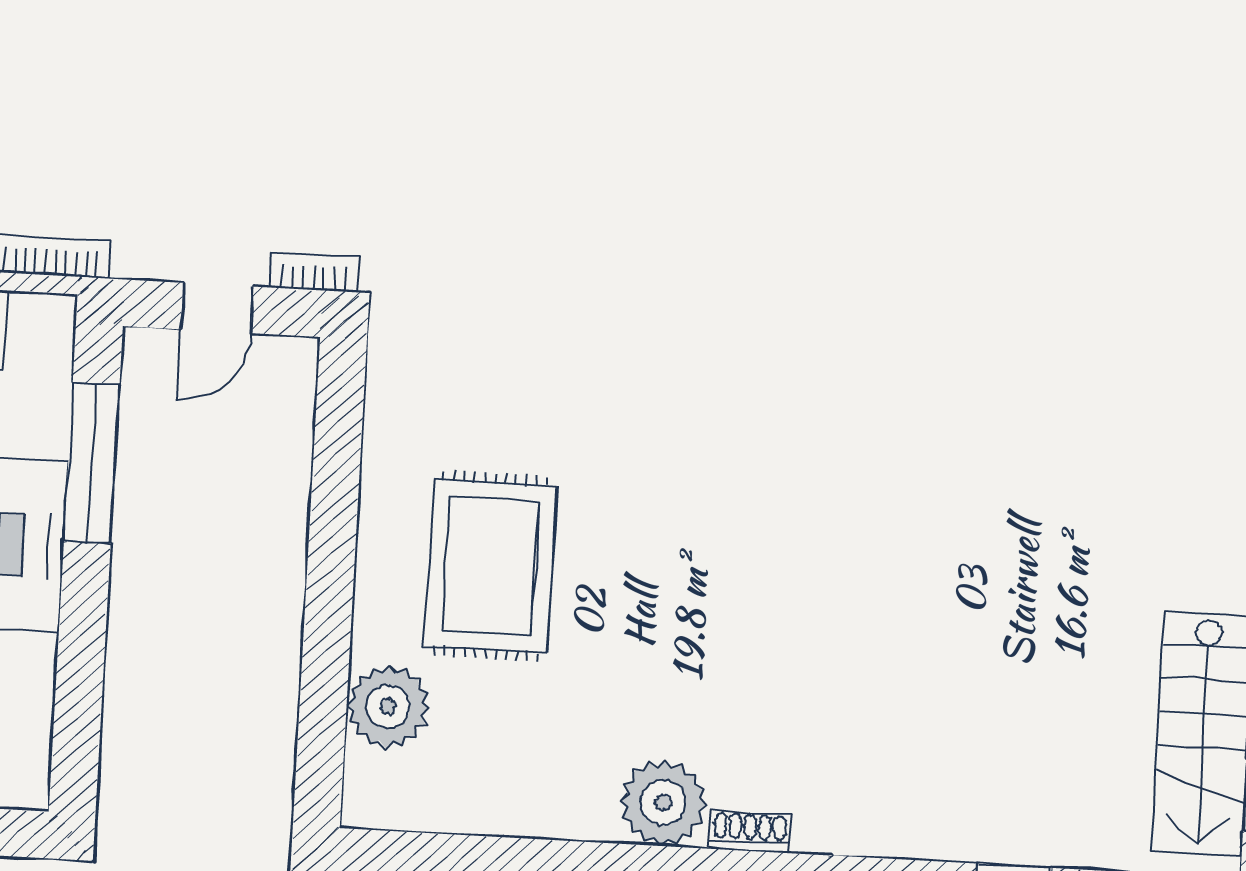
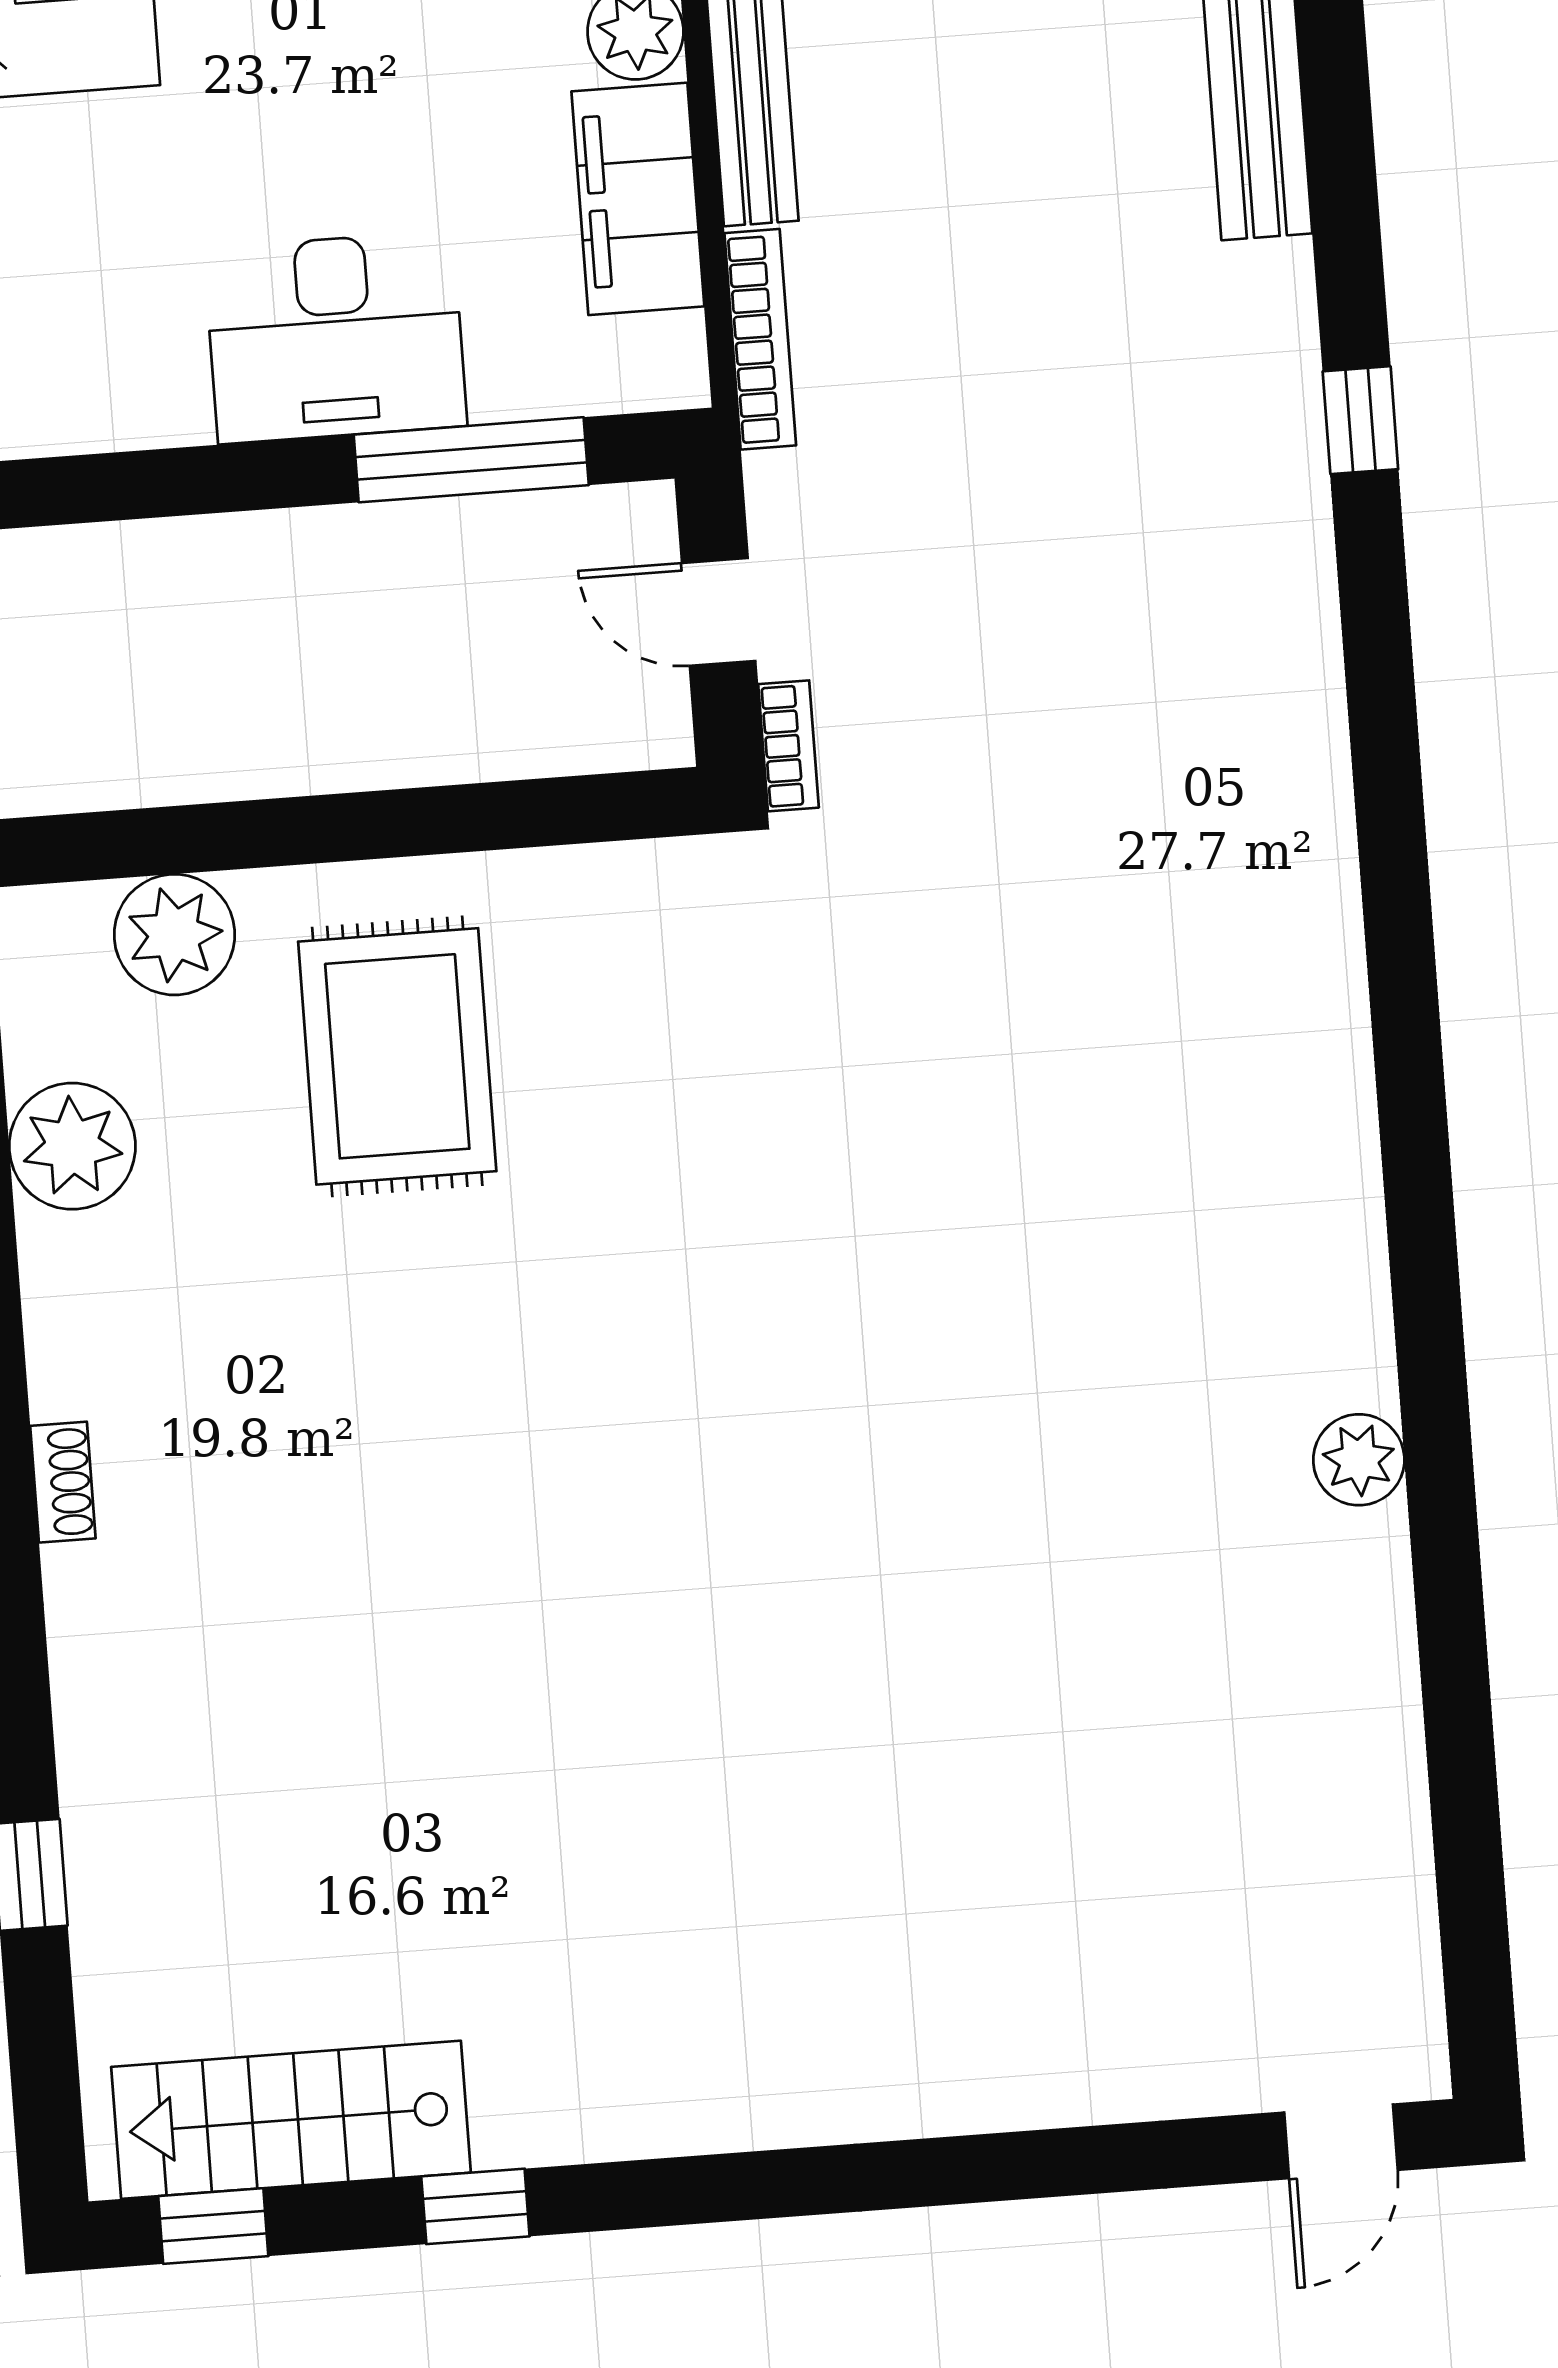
rug: (490, 566) -> (397, 1056), turned 90
plant: (663, 803) -> (72, 1146), moved

